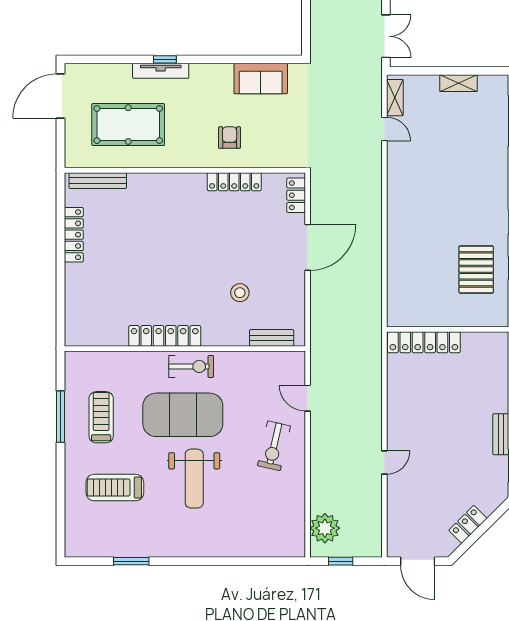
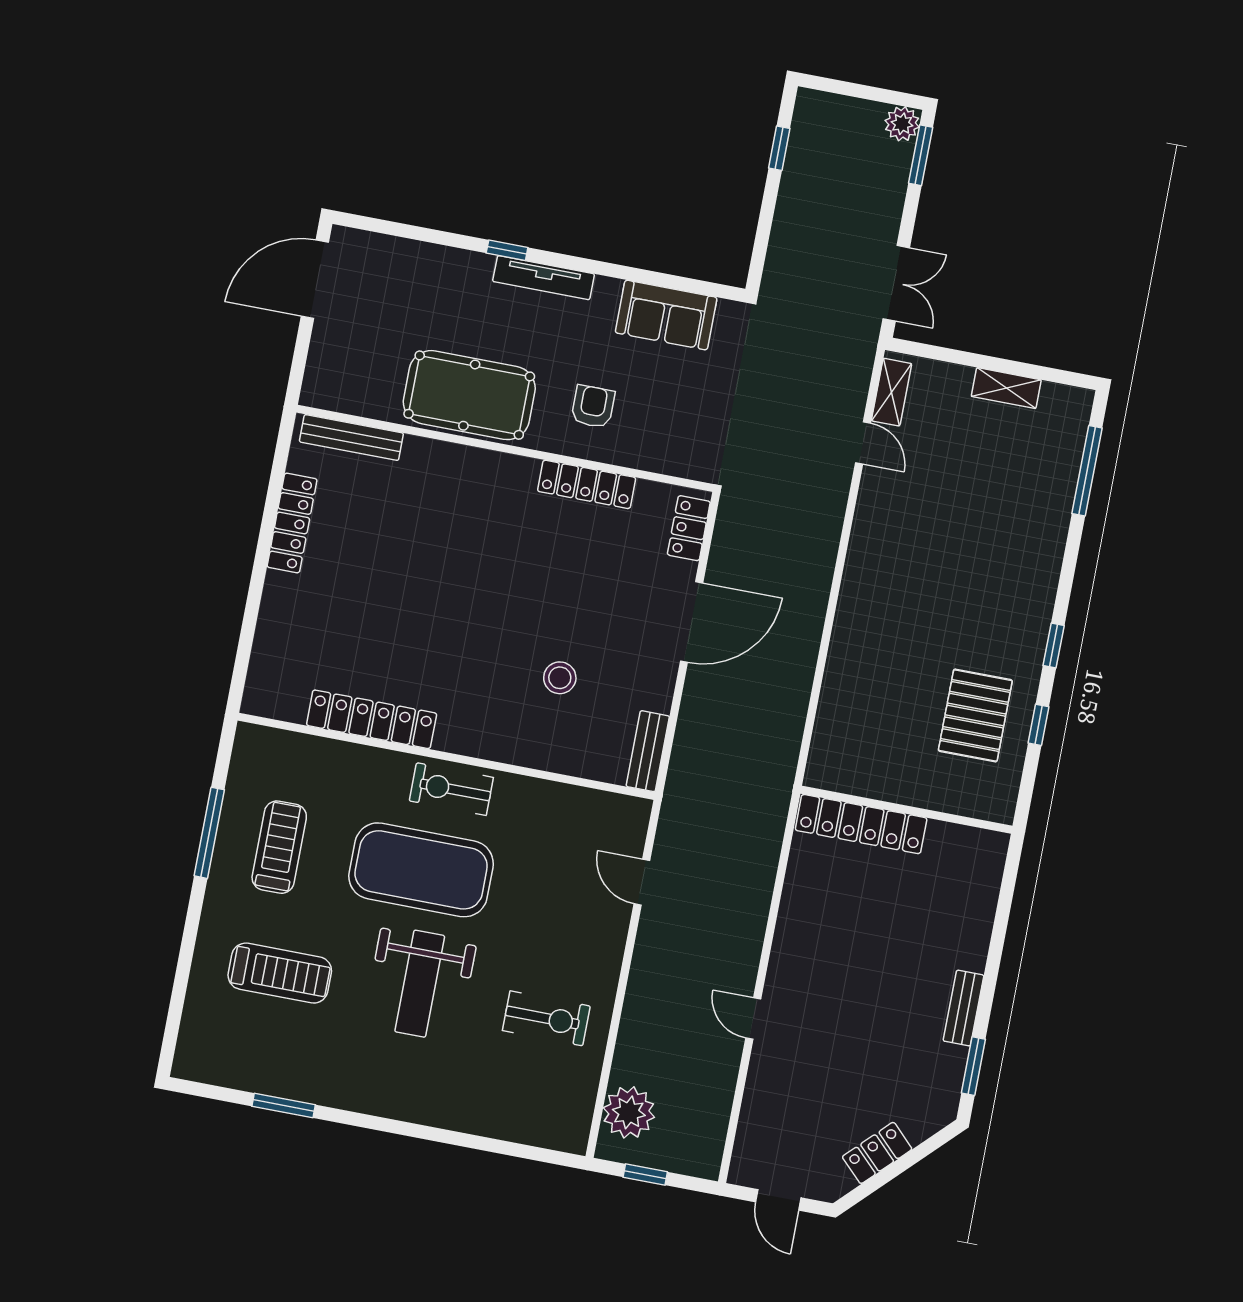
tv unit: (161, 71) -> (544, 278), moved
pool table: (128, 125) -> (469, 395), moved
locker: (165, 336) -> (372, 719), moved
bench: (272, 338) -> (648, 751), moved, turned 90
exercise bike: (191, 366) -> (451, 789), turned 180
exercise bike: (274, 446) -> (546, 1018), moved, turned -103
door: (384, 462) -> (753, 1019), swing flipped
treadmill: (115, 488) -> (280, 973), turned 180
door: (418, 561) -> (778, 1200), width x0.73

